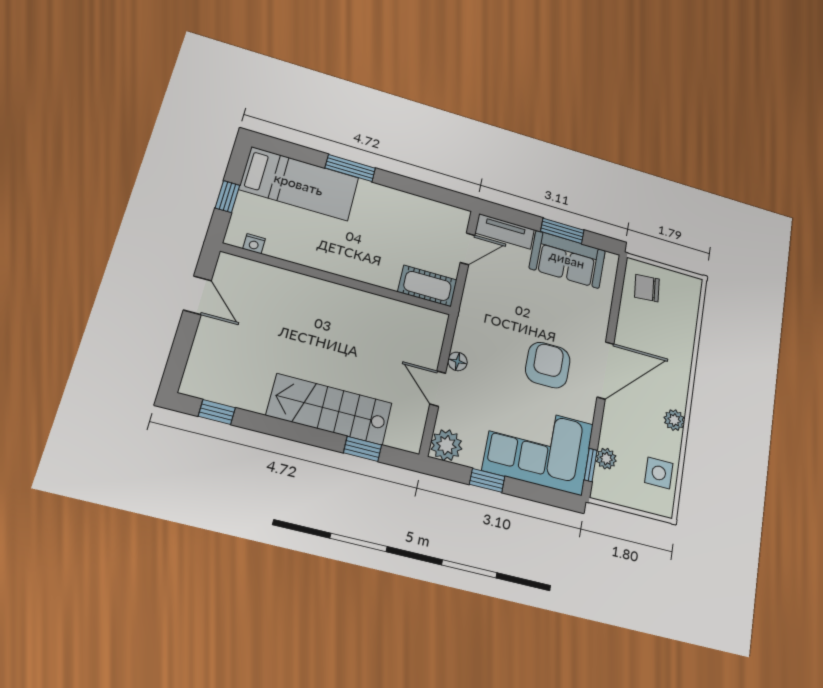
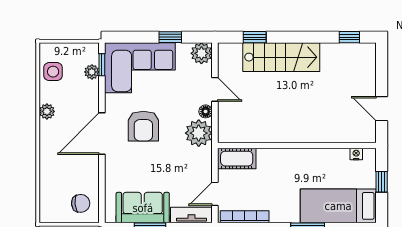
bookcase: (433, 208) -> (245, 217), added
plant: (473, 335) -> (199, 133), added

